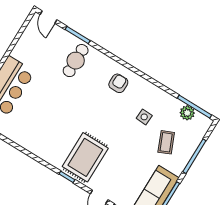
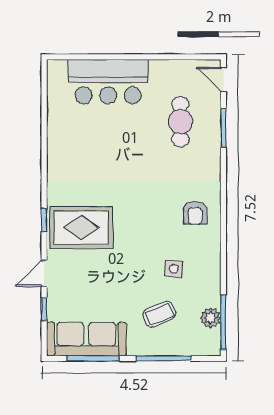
door: (48, 17) -> (223, 79), hinge flipped
cafe table: (76, 61) -> (180, 122), moved, turned 90
armchair: (118, 83) -> (195, 213), turned 90

